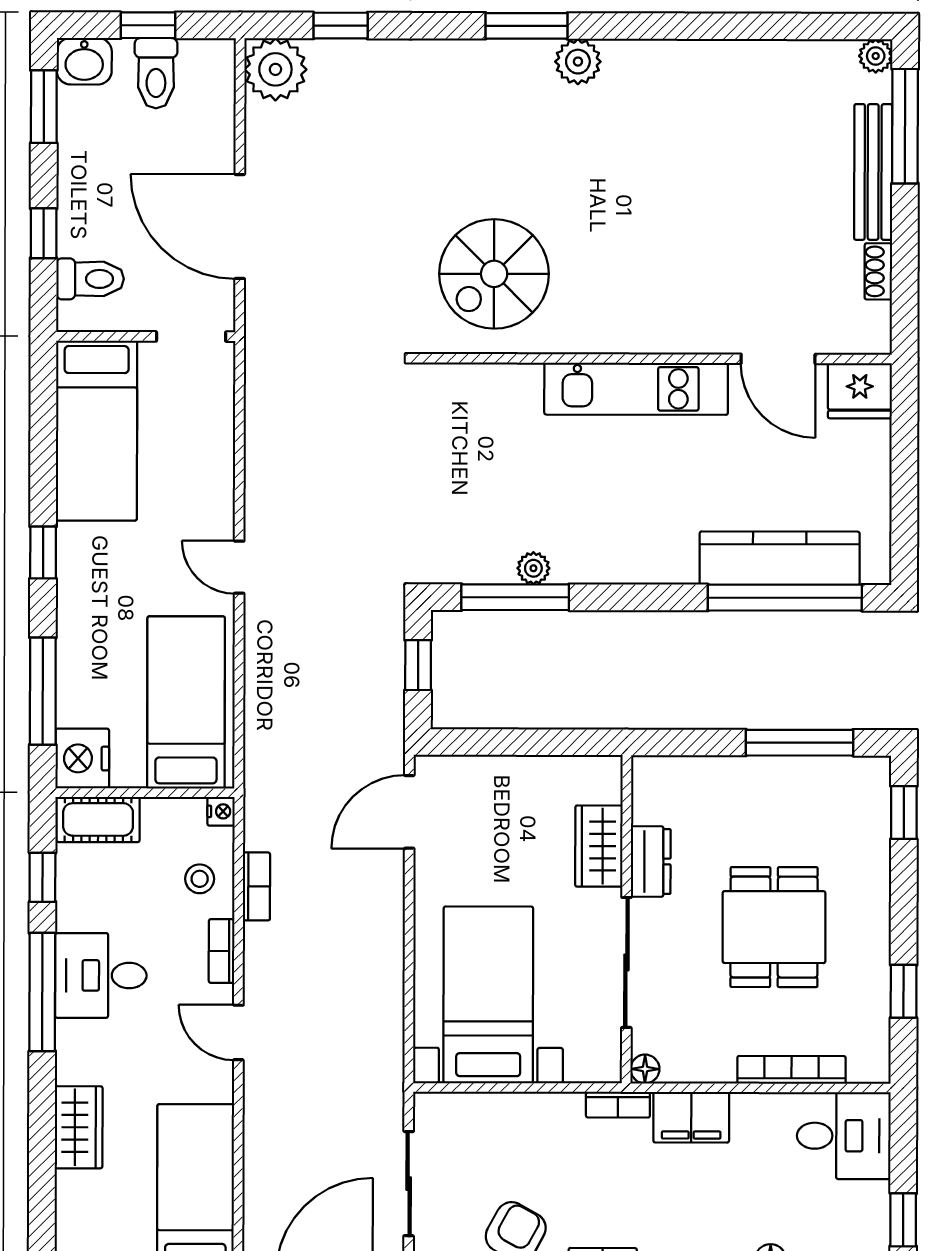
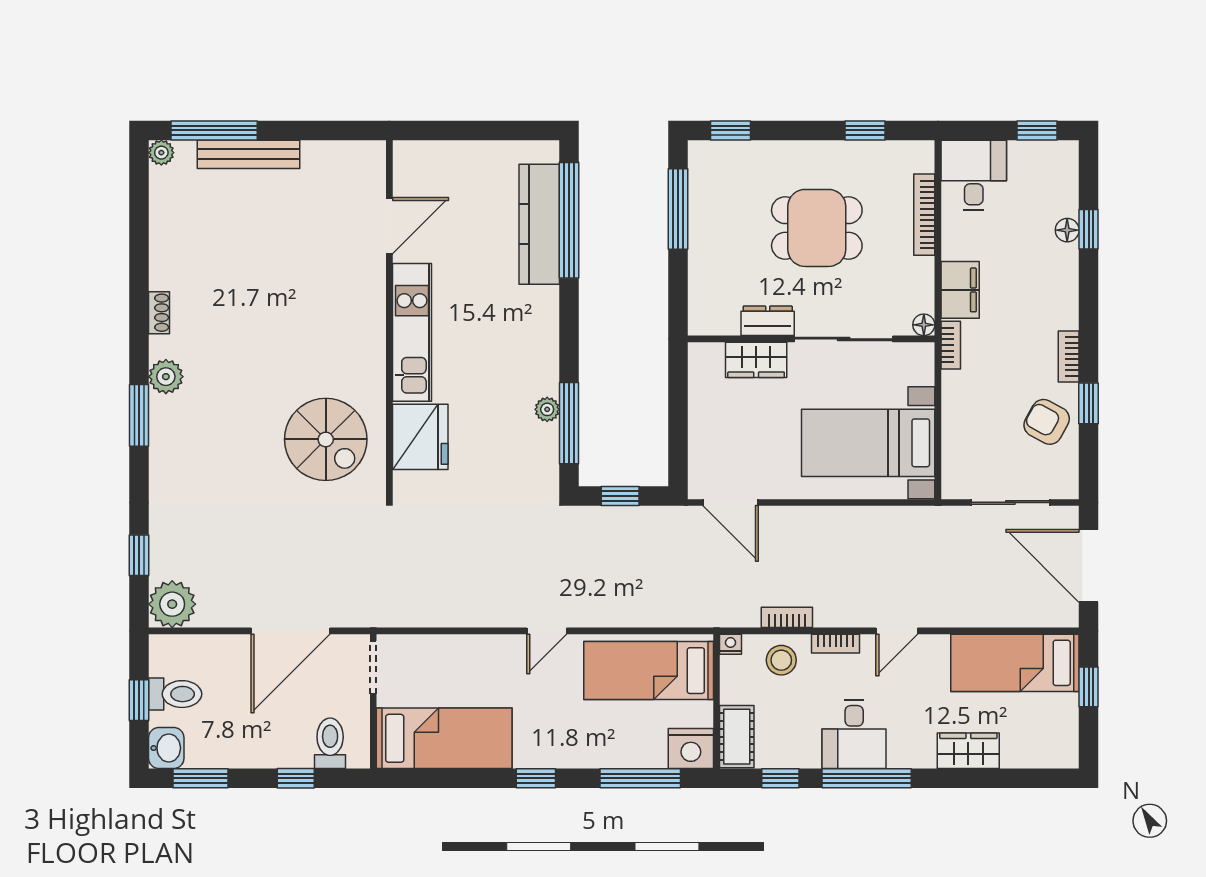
shoe rack: (878, 271) -> (159, 313), moved, turned -90
fridge: (860, 391) -> (420, 437), moved, width x1.36, depth x1.34
stool: (200, 879) -> (781, 660), width x1.37, depth x1.37

